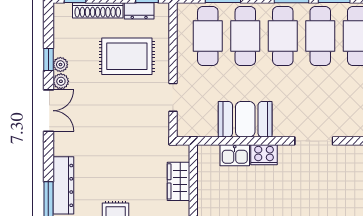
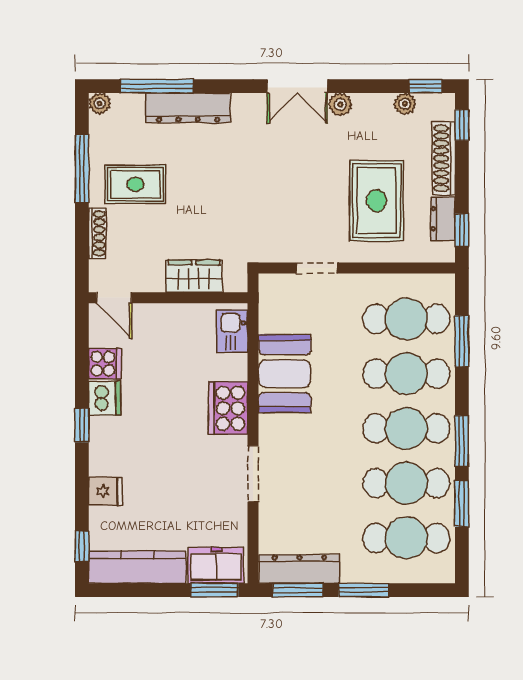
window: (48, 59) -> (426, 86), moved
plant: (60, 65) -> (405, 104), moved
kitchen sink: (235, 155) -> (232, 331), moved
cooker: (264, 155) -> (228, 408), width x1.37, depth x1.31

